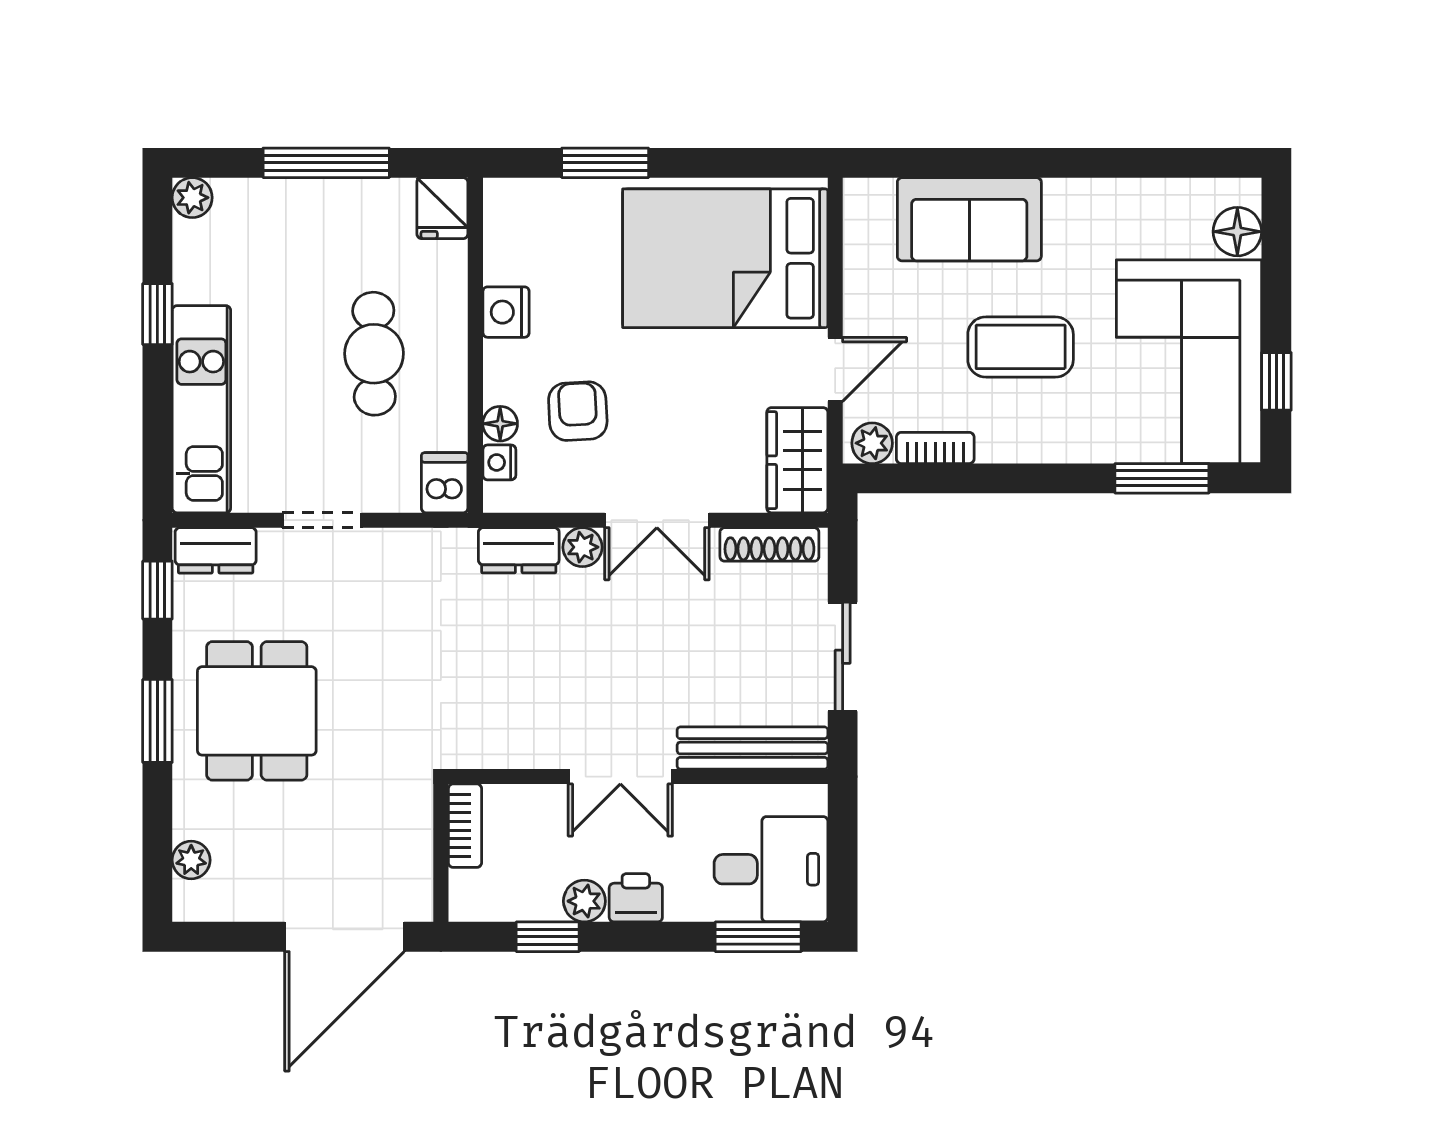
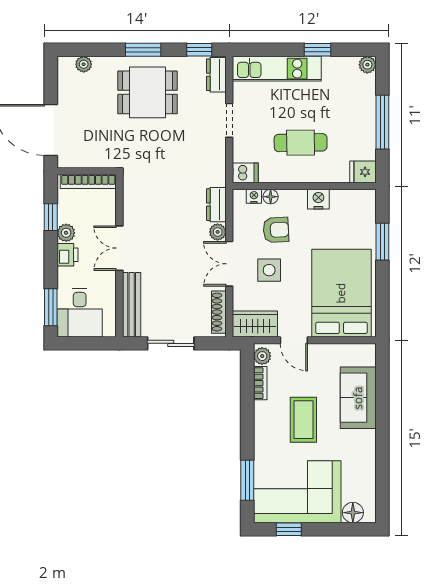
side table: (672, 427) -> (269, 270), added
bookcase: (465, 826) -> (88, 182), width x1.56

